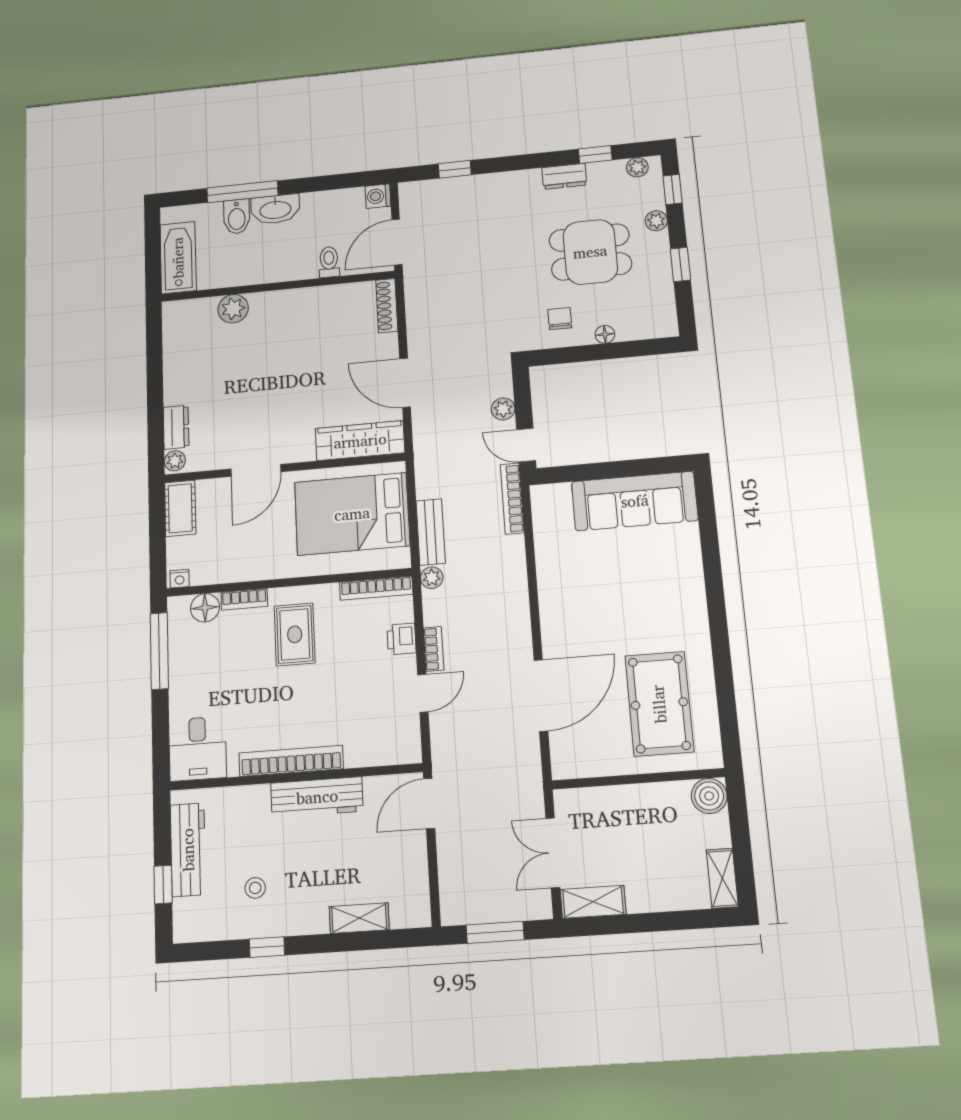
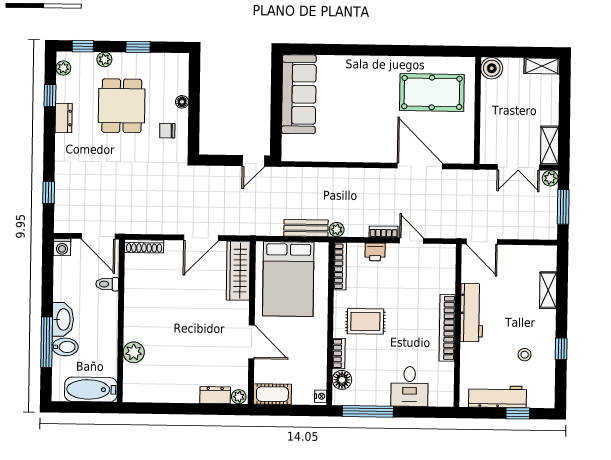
plant: (503, 409) -> (550, 178), moved
bookcase: (512, 499) -> (289, 173), removed
desk: (198, 749) -> (410, 386), moved, turned 90

